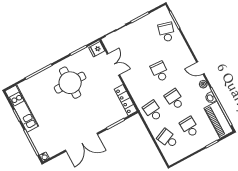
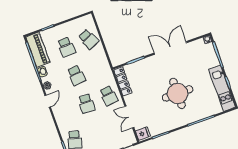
door: (200, 68) -> (48, 101), hinge flipped
round table: (70, 83) -> (178, 93), moved
school desk: (153, 111) -> (109, 96), moved

